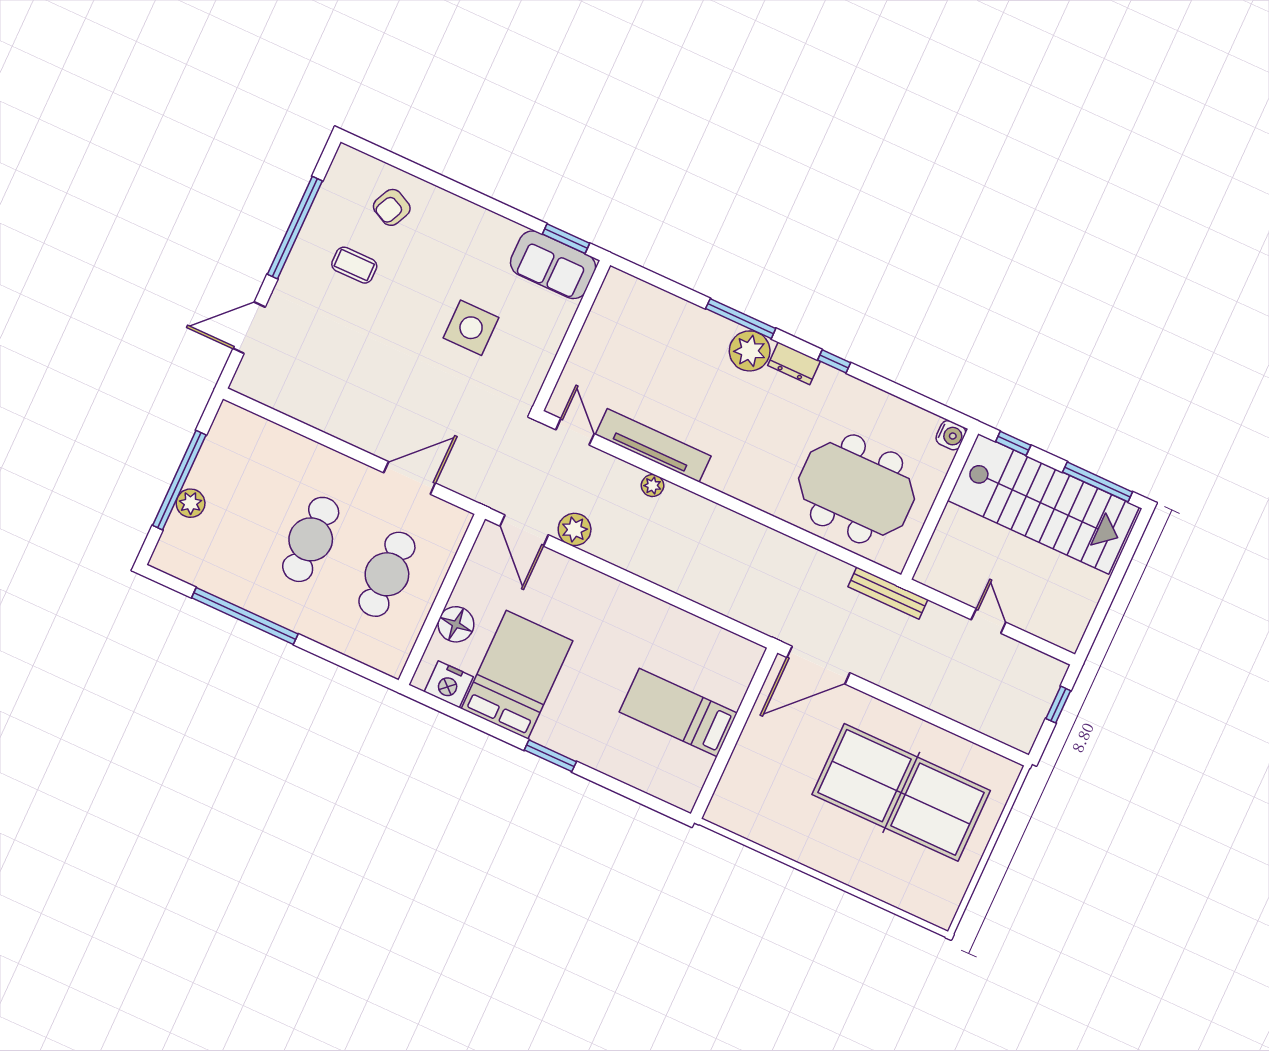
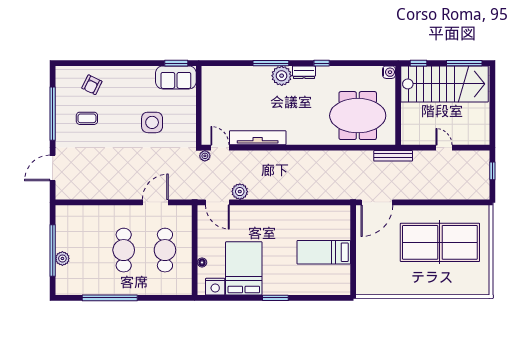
plant: (653, 486) -> (205, 156), moved
floor lamp: (456, 624) -> (202, 262), width x0.53, depth x0.53

